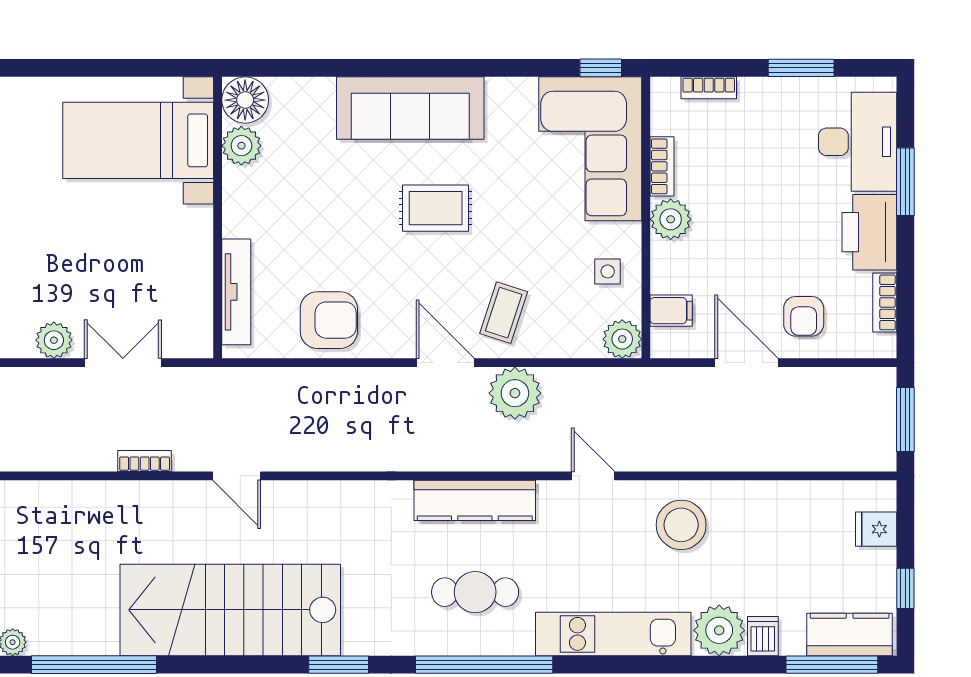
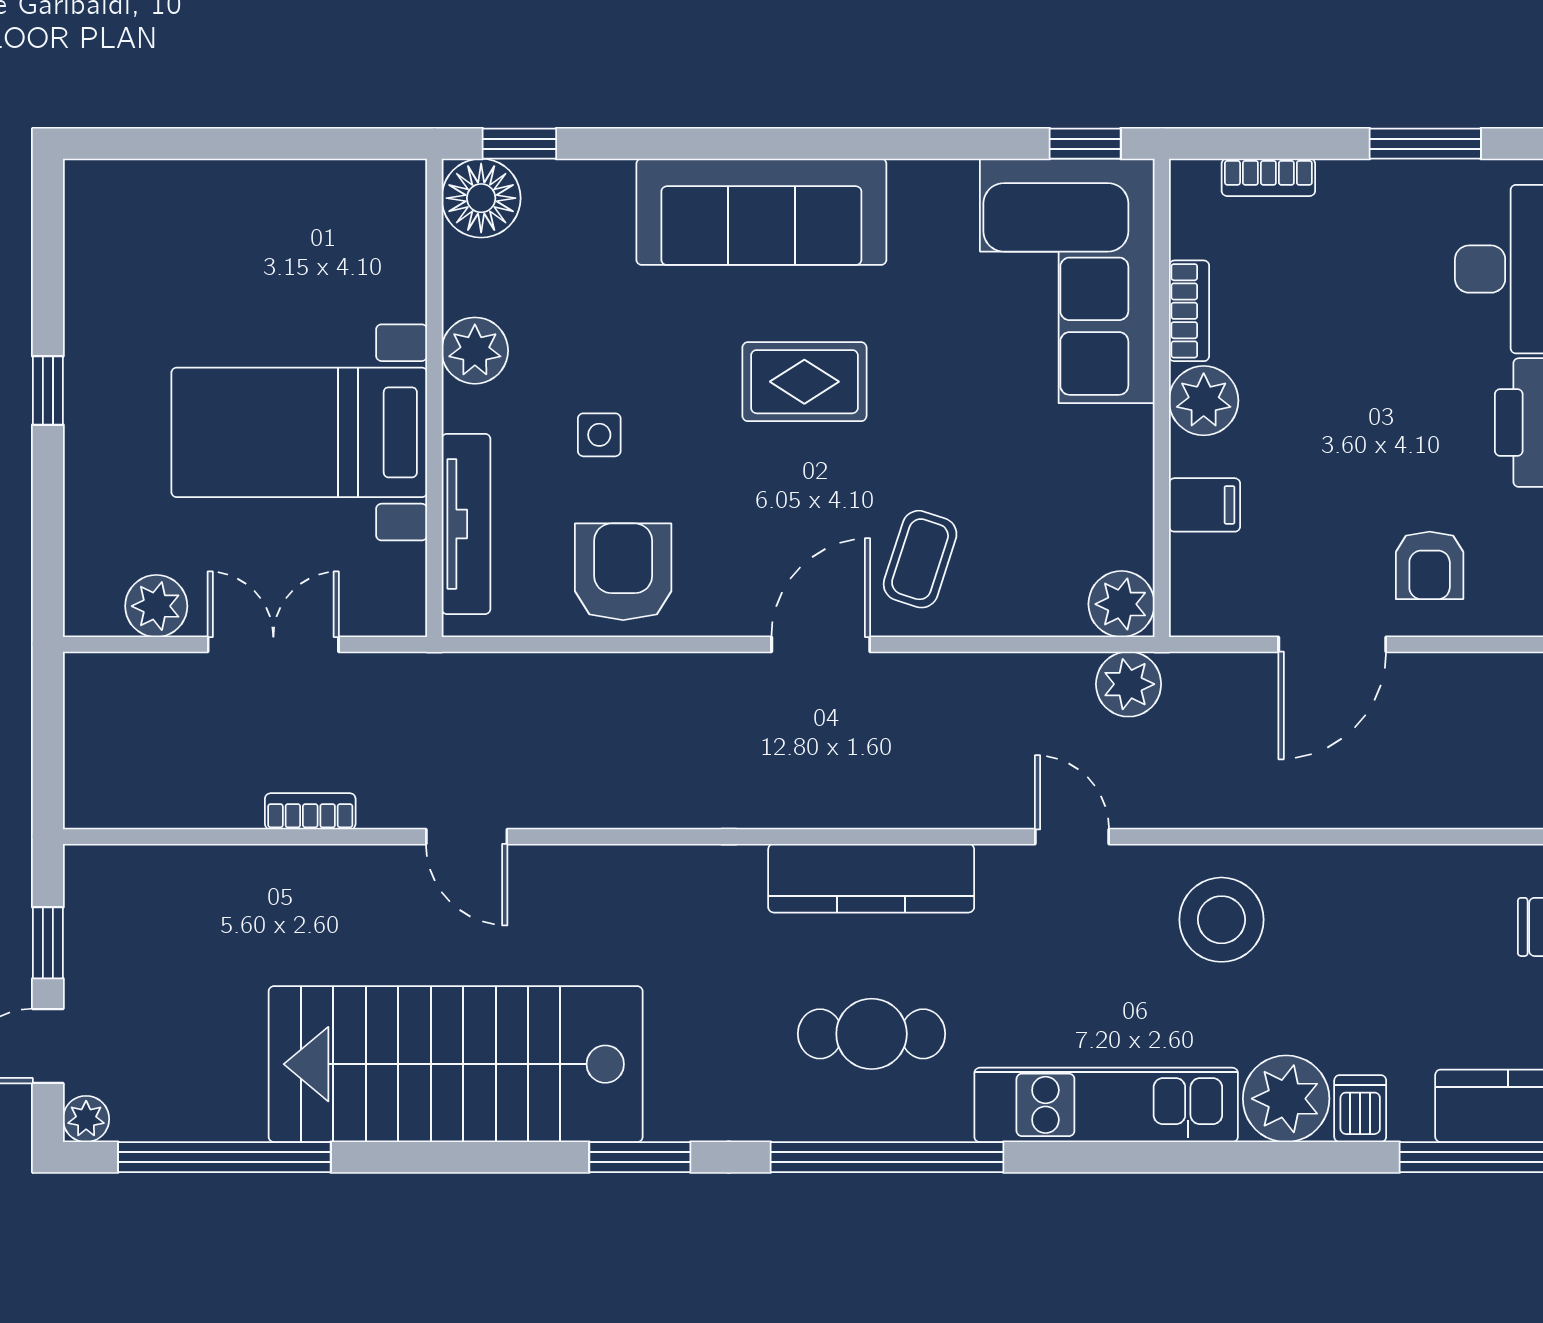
window: (268, 68) -> (519, 144), added
bed with nightstands: (138, 140) -> (299, 432), moved
plant: (241, 146) -> (475, 351), moved
side table: (608, 271) -> (599, 435), moved
filing cabinet: (671, 311) -> (1205, 505), moved
armchair: (329, 320) -> (623, 572), turned -90
door: (445, 363) -> (821, 644), hinge flipped
door: (746, 363) -> (1332, 644), swing flipped
plant: (515, 393) -> (1129, 684), moved, width x0.73, depth x0.73

